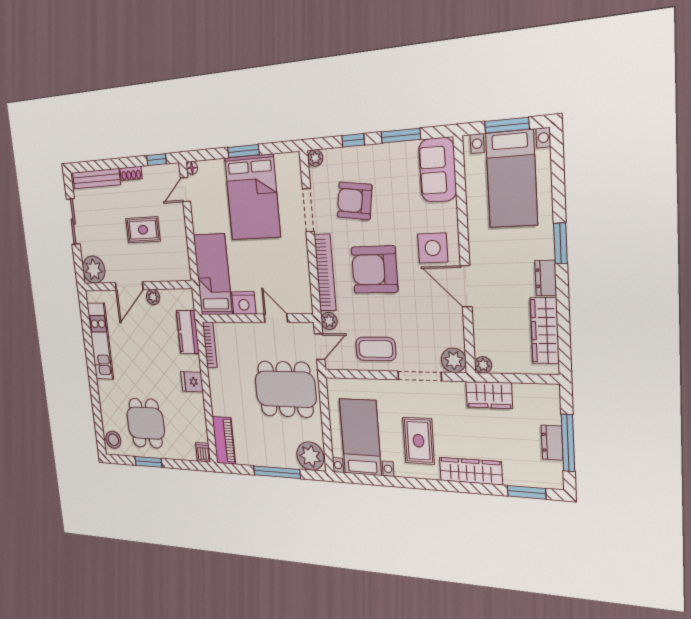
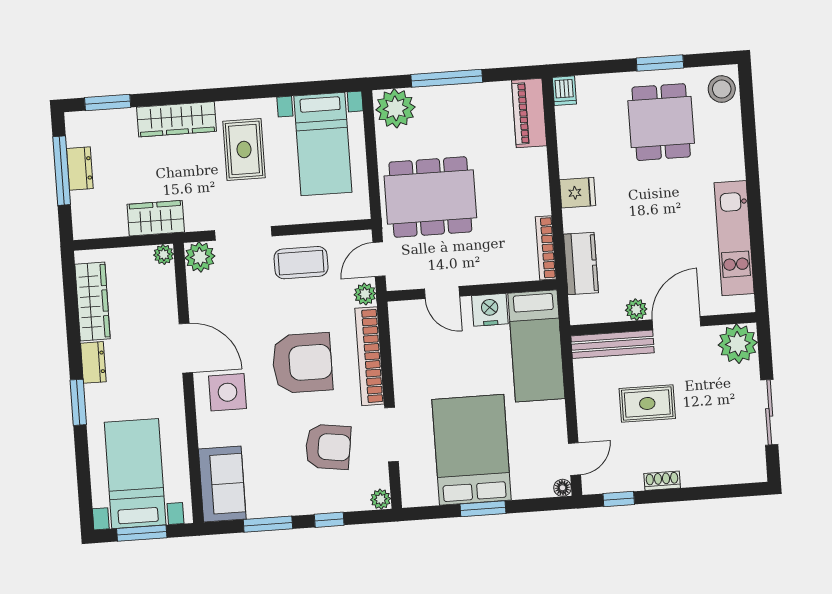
bench: (96, 179) -> (612, 344), moved

